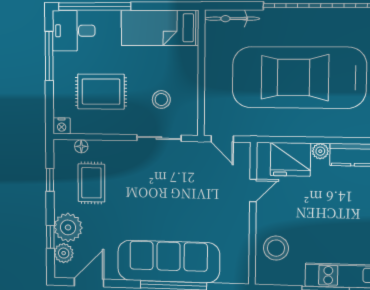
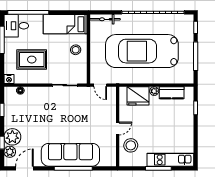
stool: (161, 99) -> (76, 50), moved
rug: (91, 183) -> (26, 111), removed
door: (253, 190) -> (118, 128), moved

